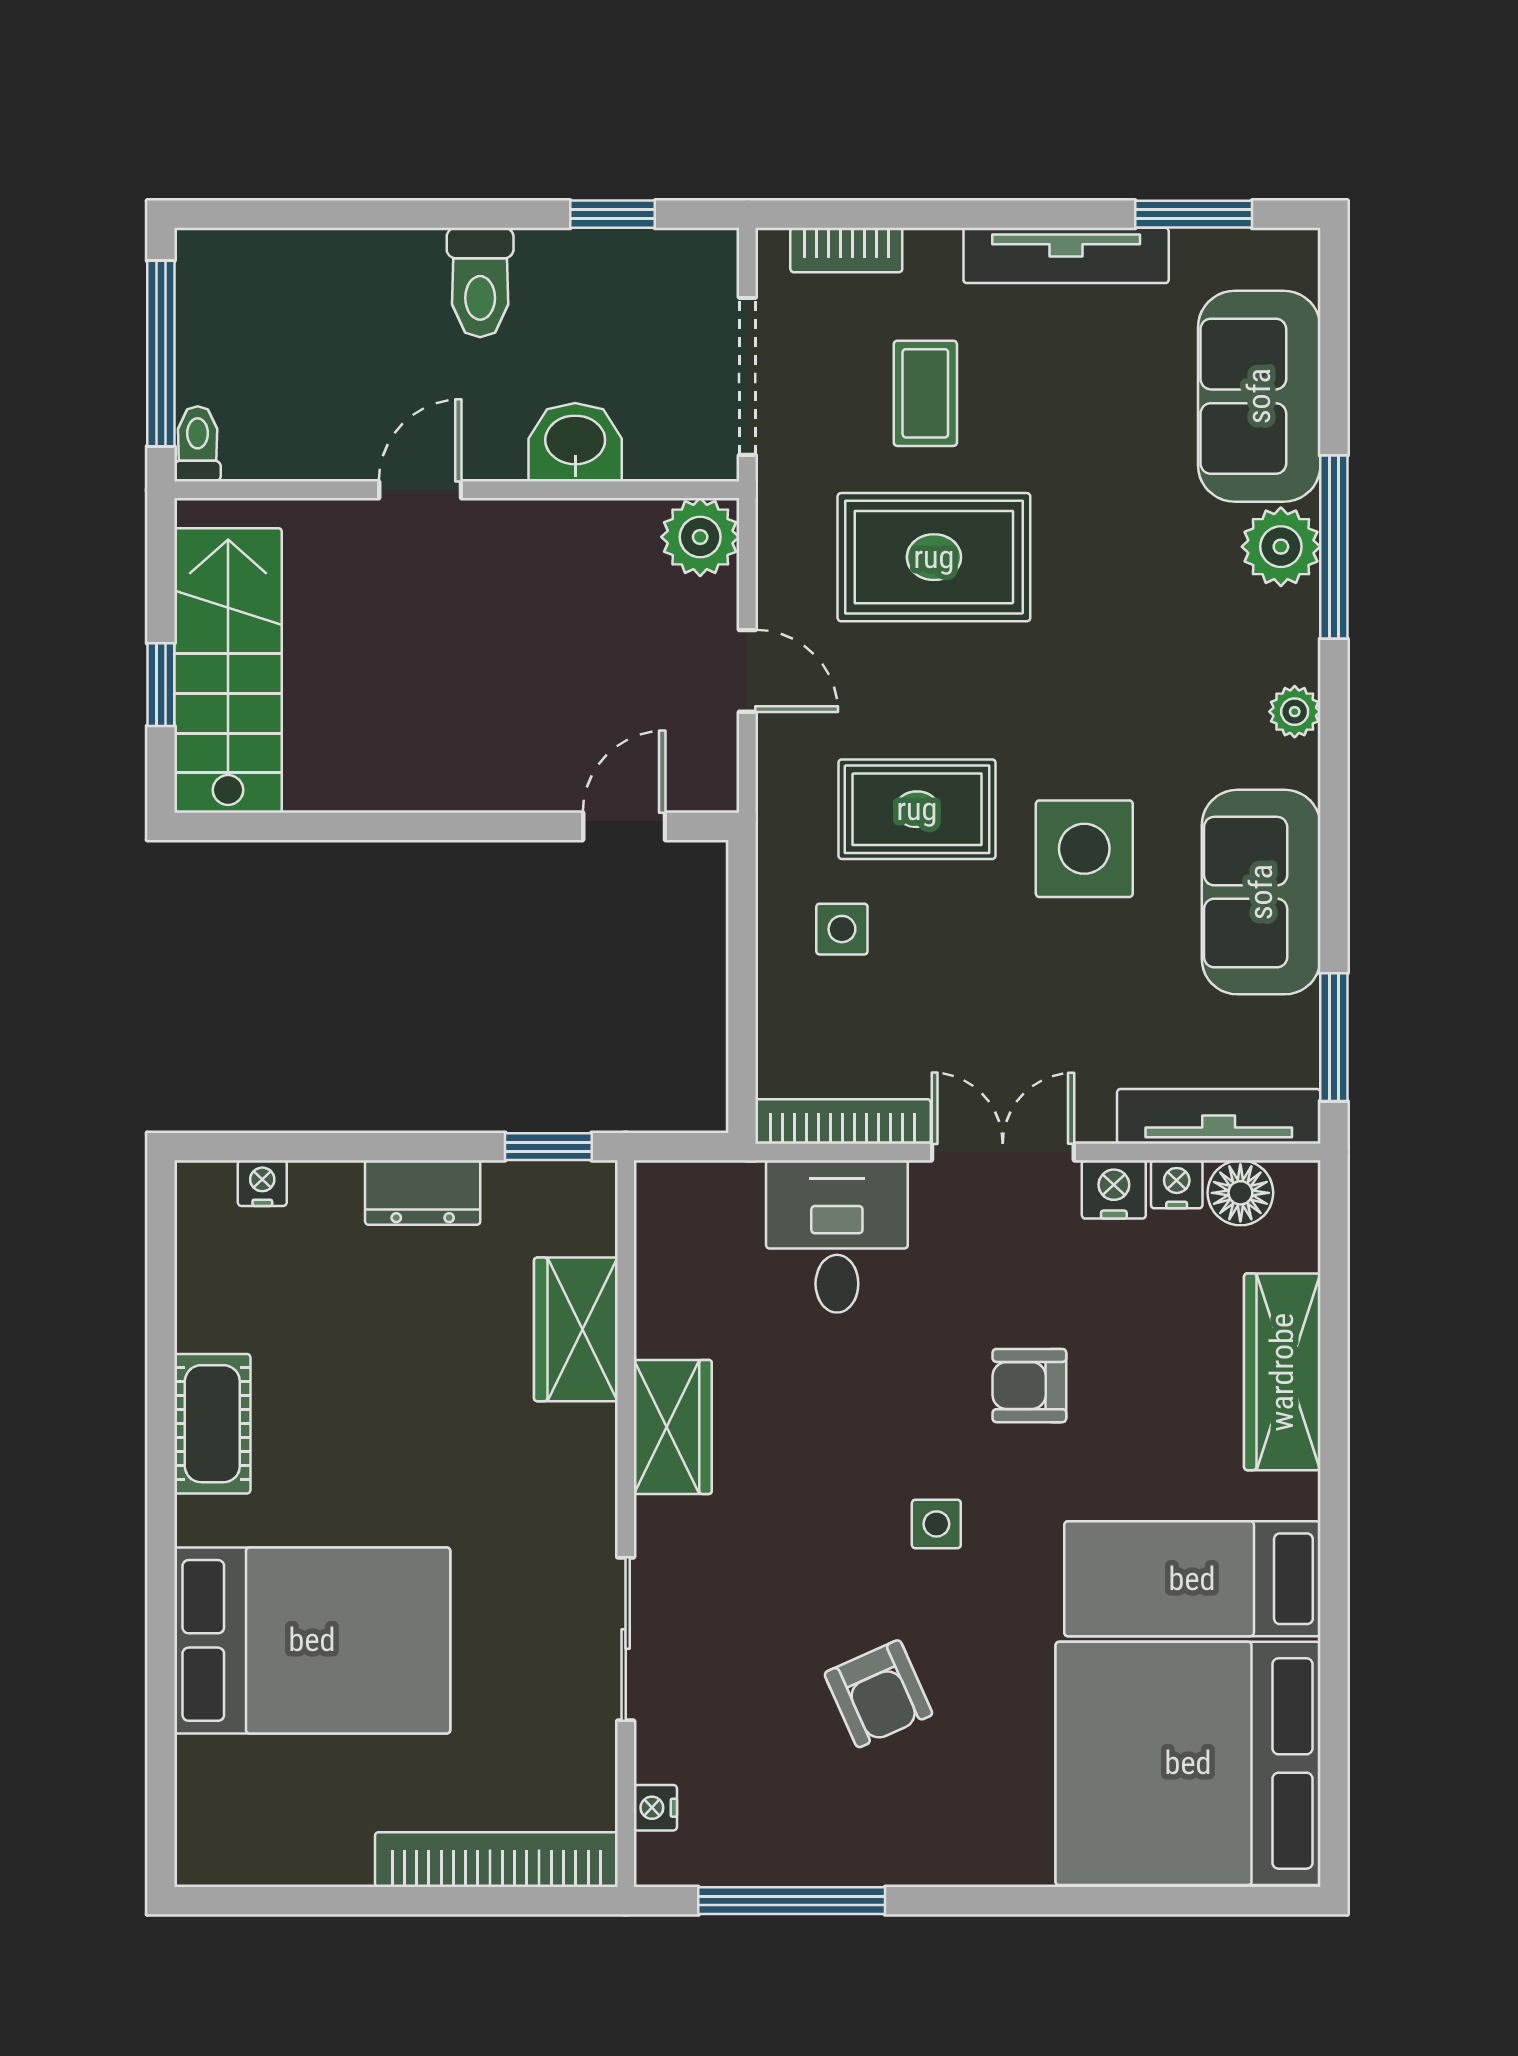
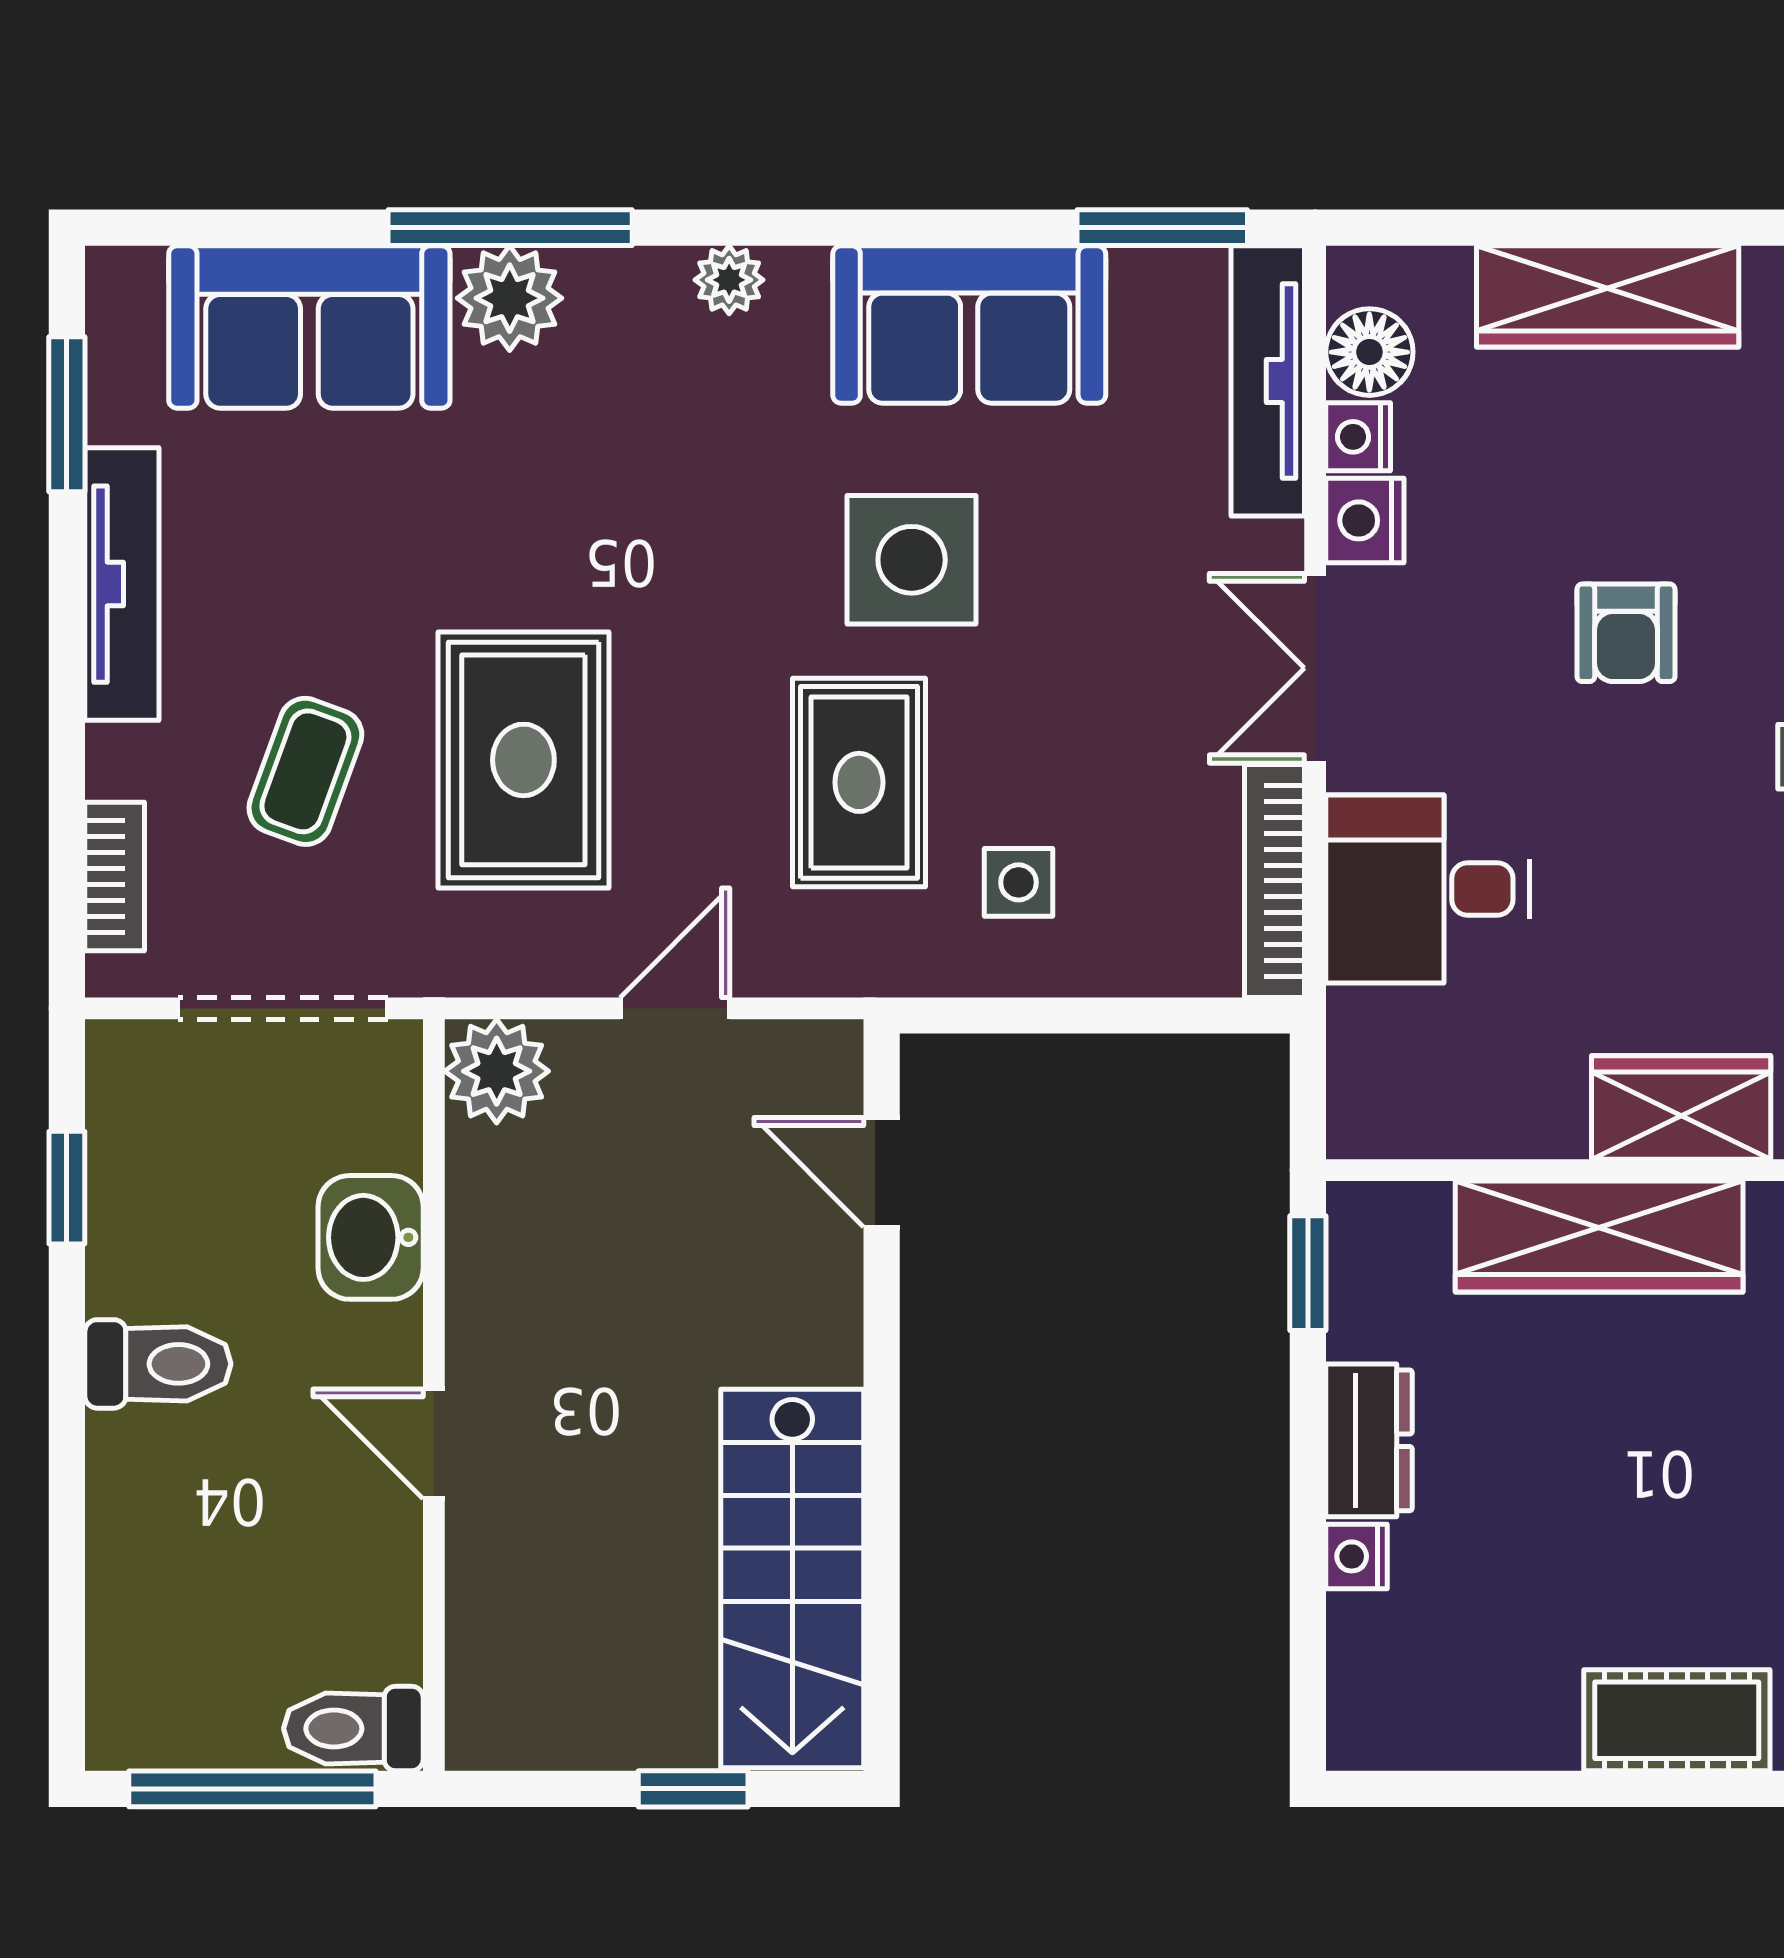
coffee table: (925, 393) -> (305, 771), turned -70
toilet: (198, 444) -> (353, 1729), width x1.37, depth x1.39
stairs: (228, 670) -> (792, 1579), moved, turned -90
nightstand: (262, 1183) -> (1357, 1556), moved
wardrobe: (576, 1329) -> (1599, 1237), width x1.50

